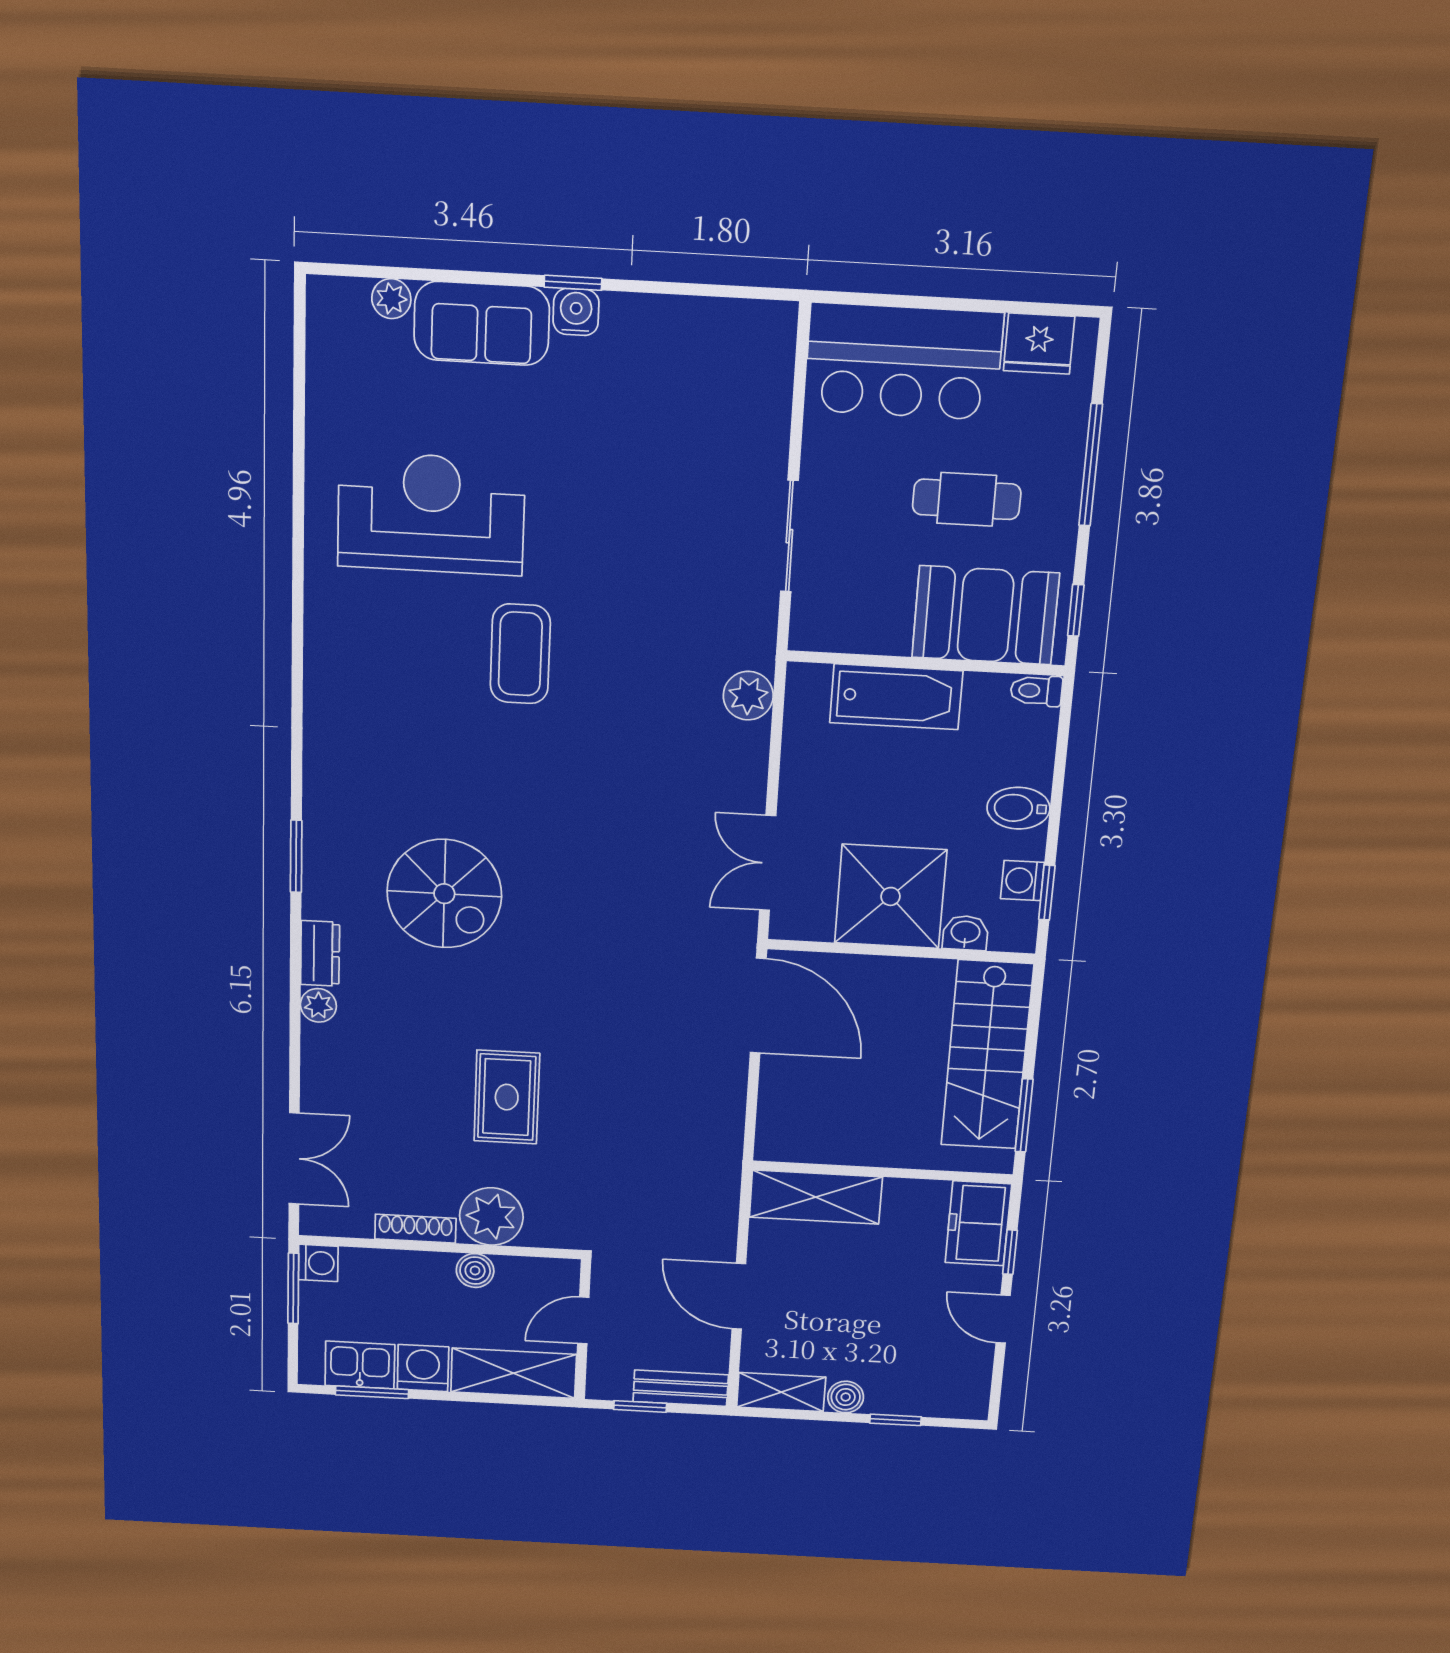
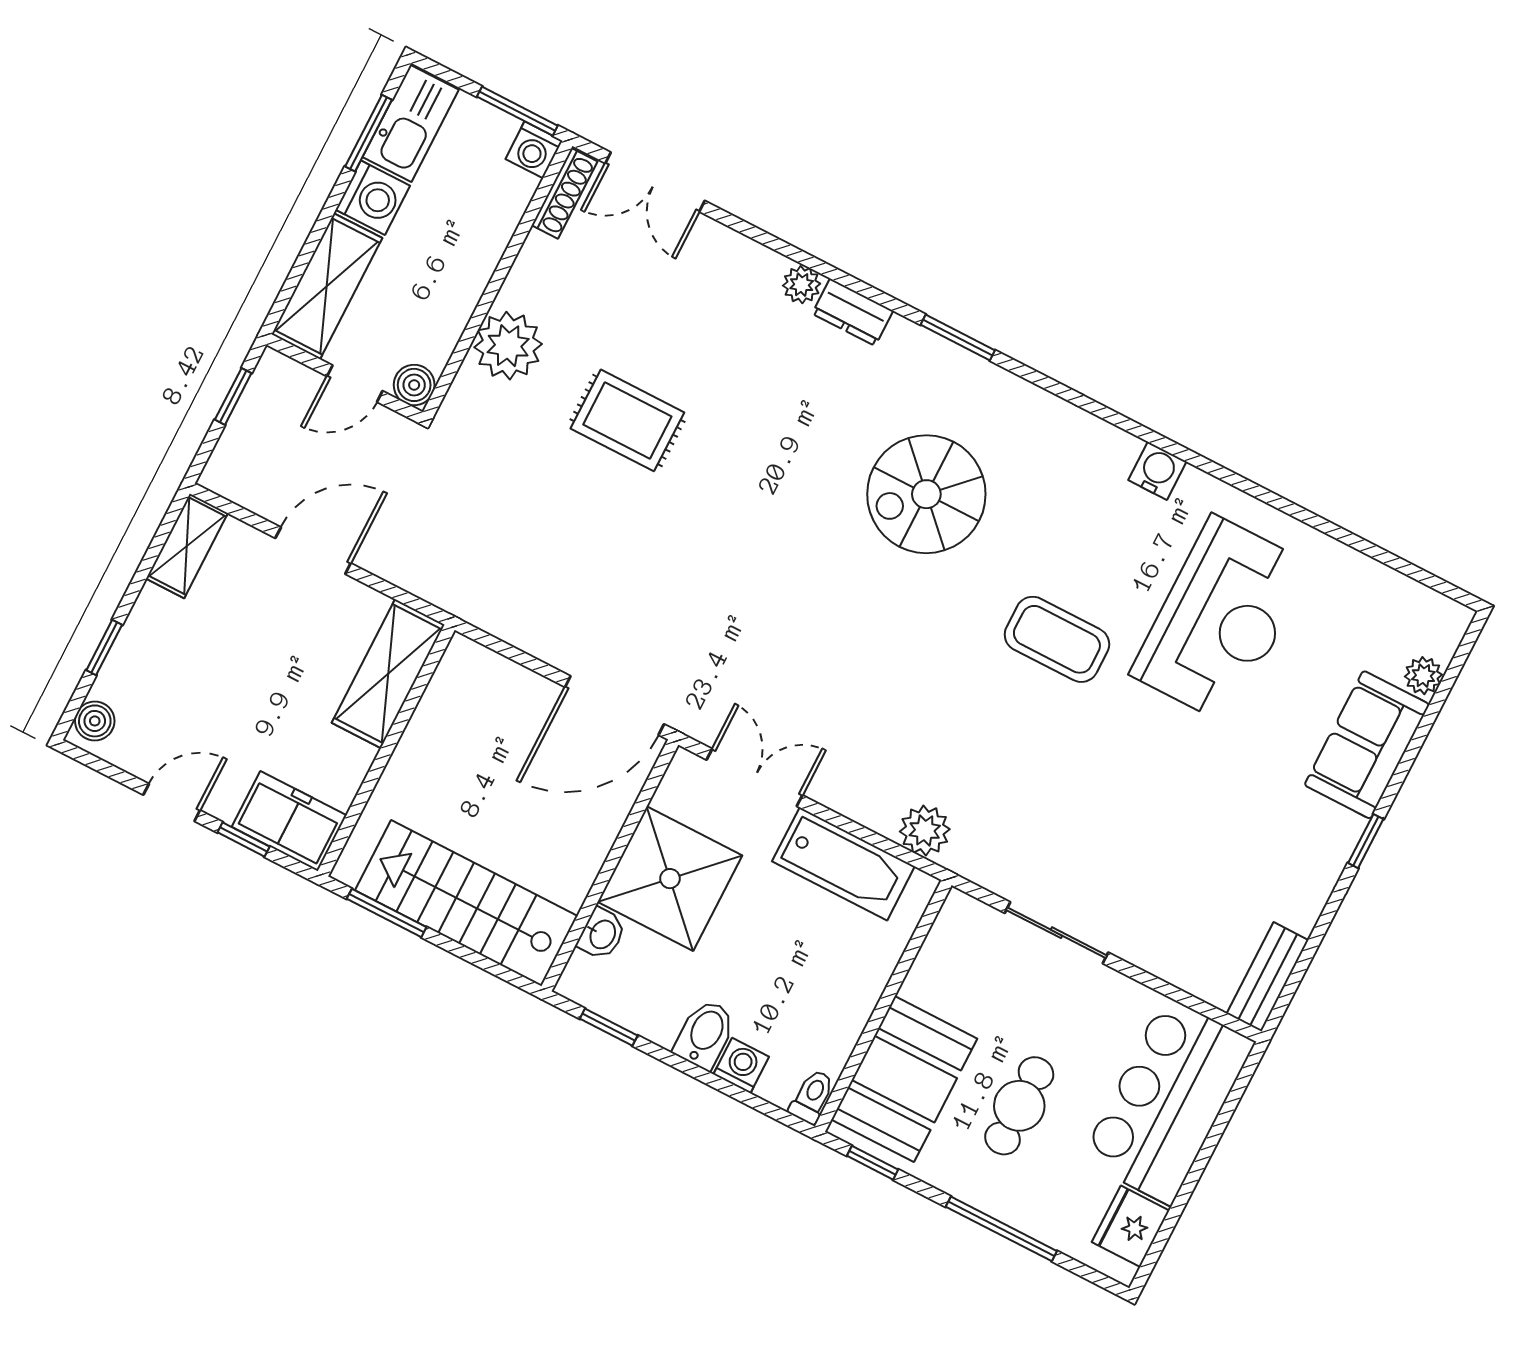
water cooler: (576, 312) -> (1157, 471), moved, turned -90
bathtub: (896, 697) -> (843, 864), moved, turned -90
washing machine: (1022, 881) -> (741, 1066), moved
spiral stairs: (444, 894) -> (926, 494), moved
shoe rack: (415, 1229) -> (565, 193), moved
boiler: (475, 1271) -> (414, 385), moved
door: (583, 1320) -> (355, 384), swing flipped
kitchen sink: (360, 1365) -> (411, 123), width x1.38
bench: (681, 1388) -> (1268, 977), moved
boiler: (846, 1397) -> (95, 721), moved

